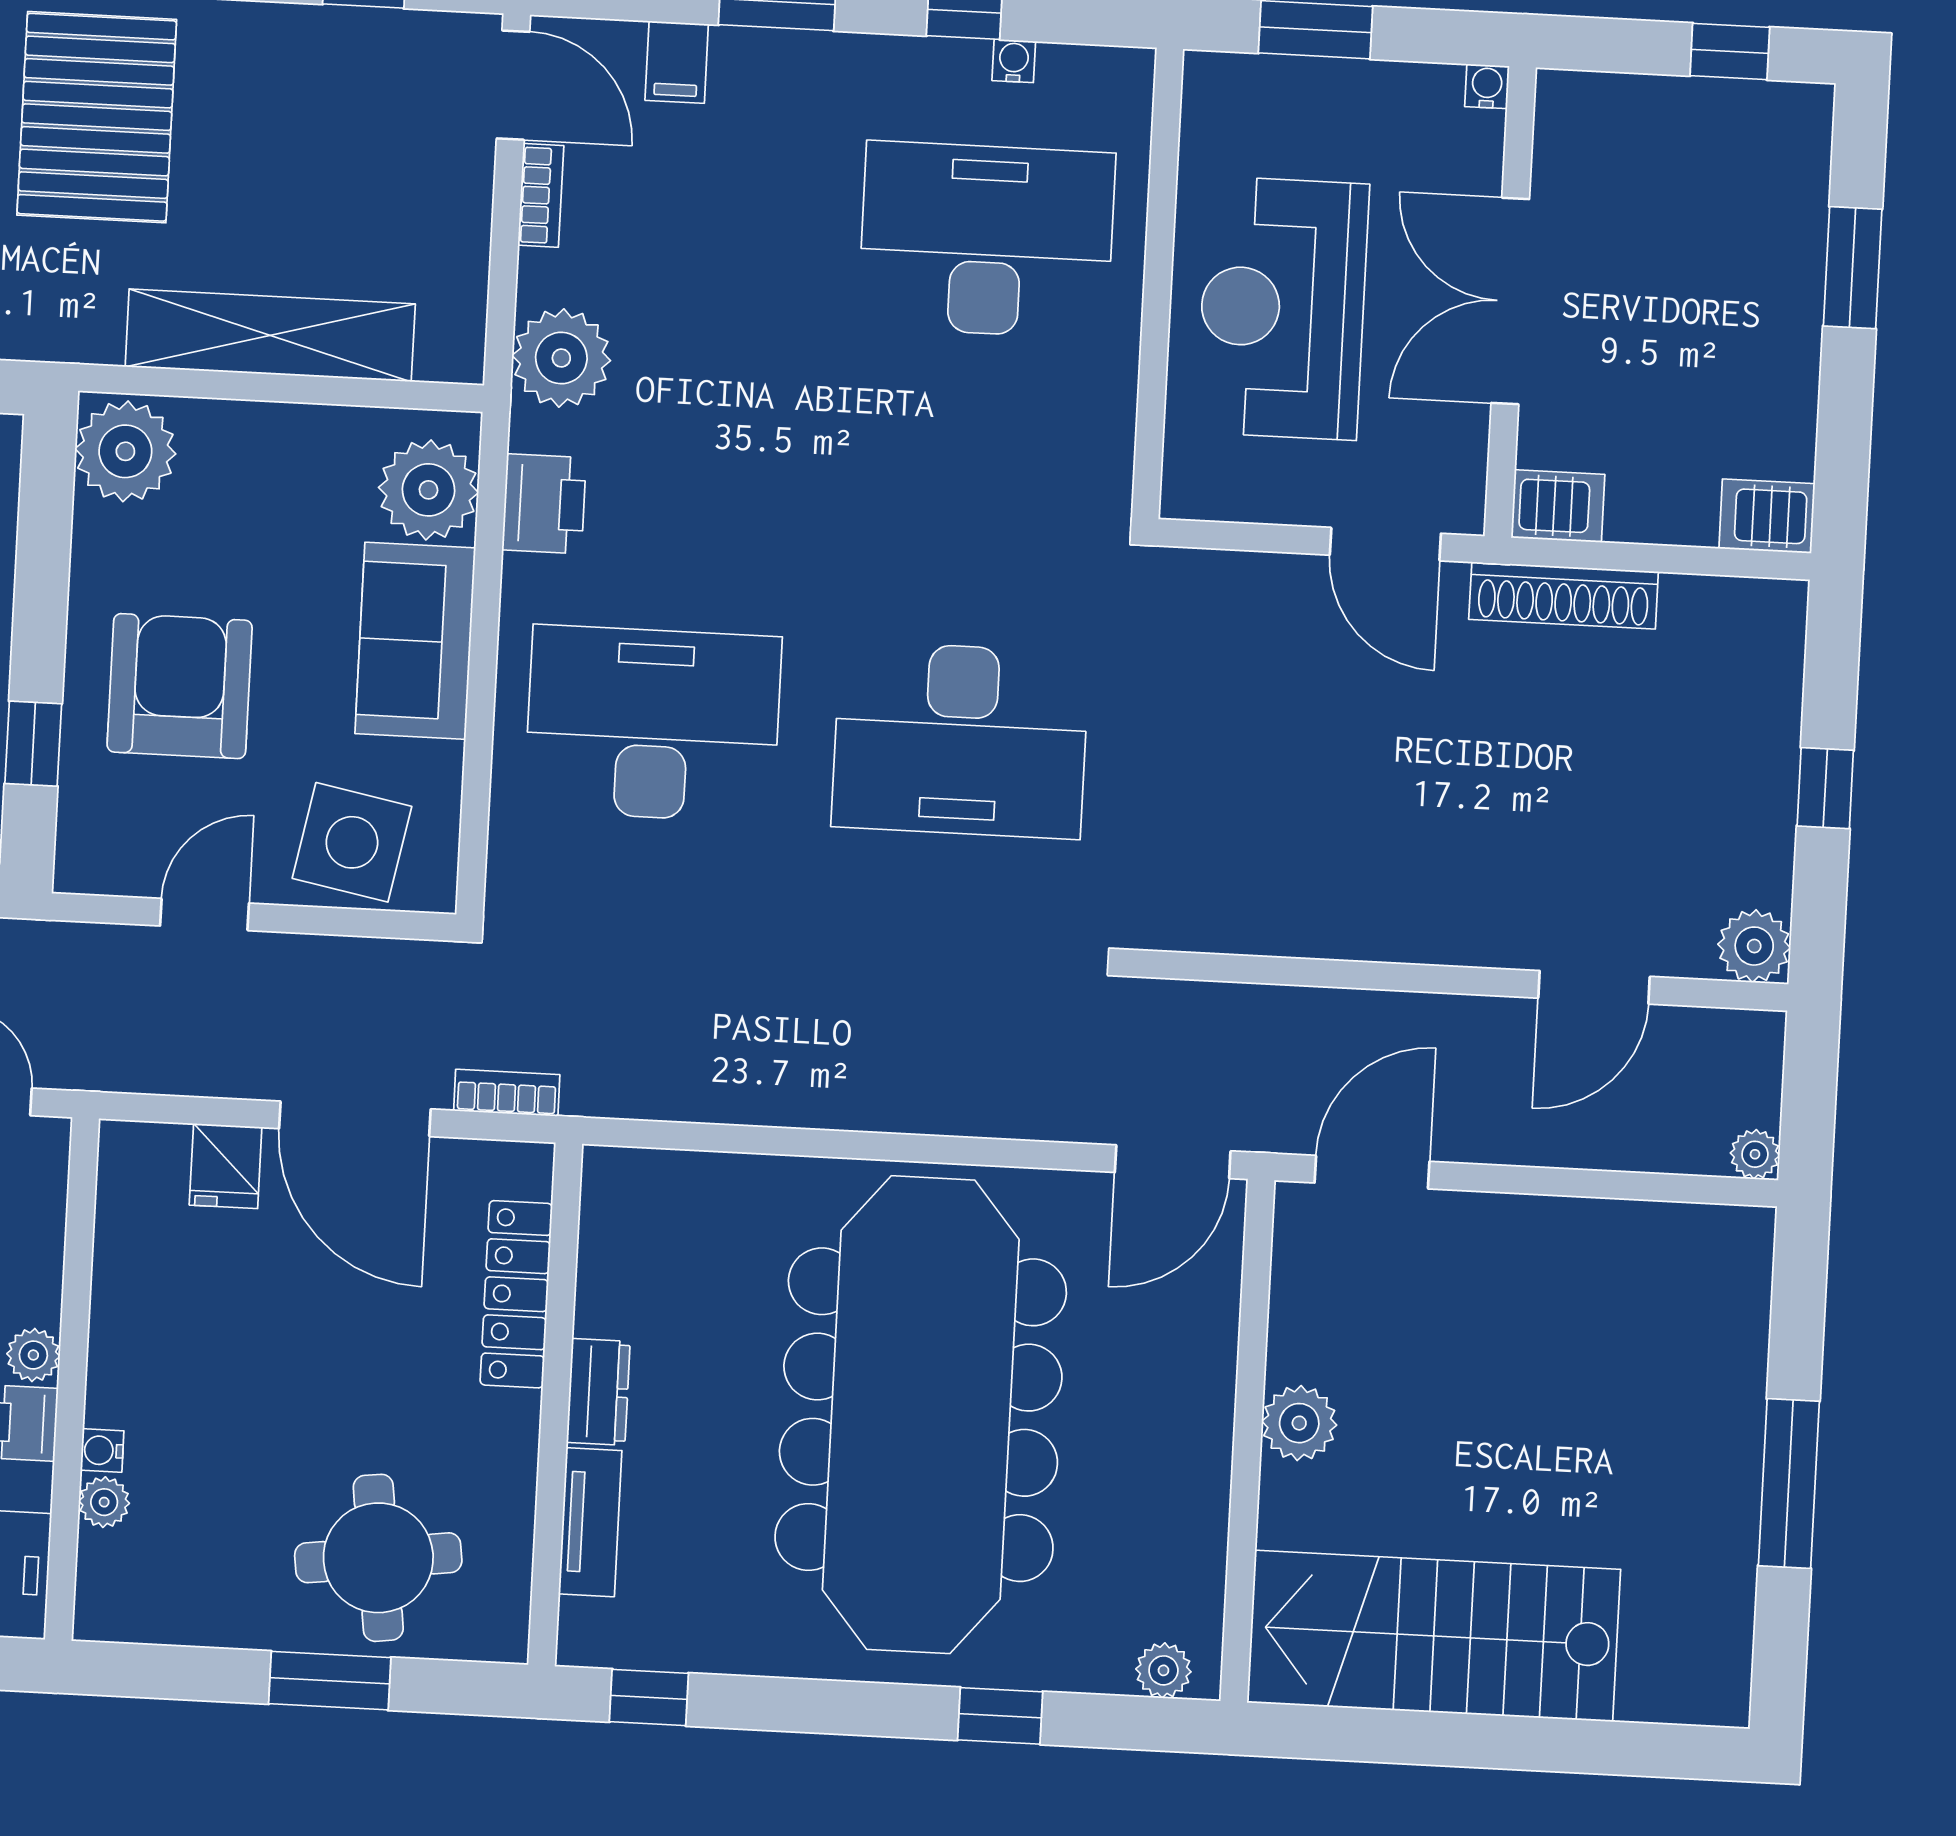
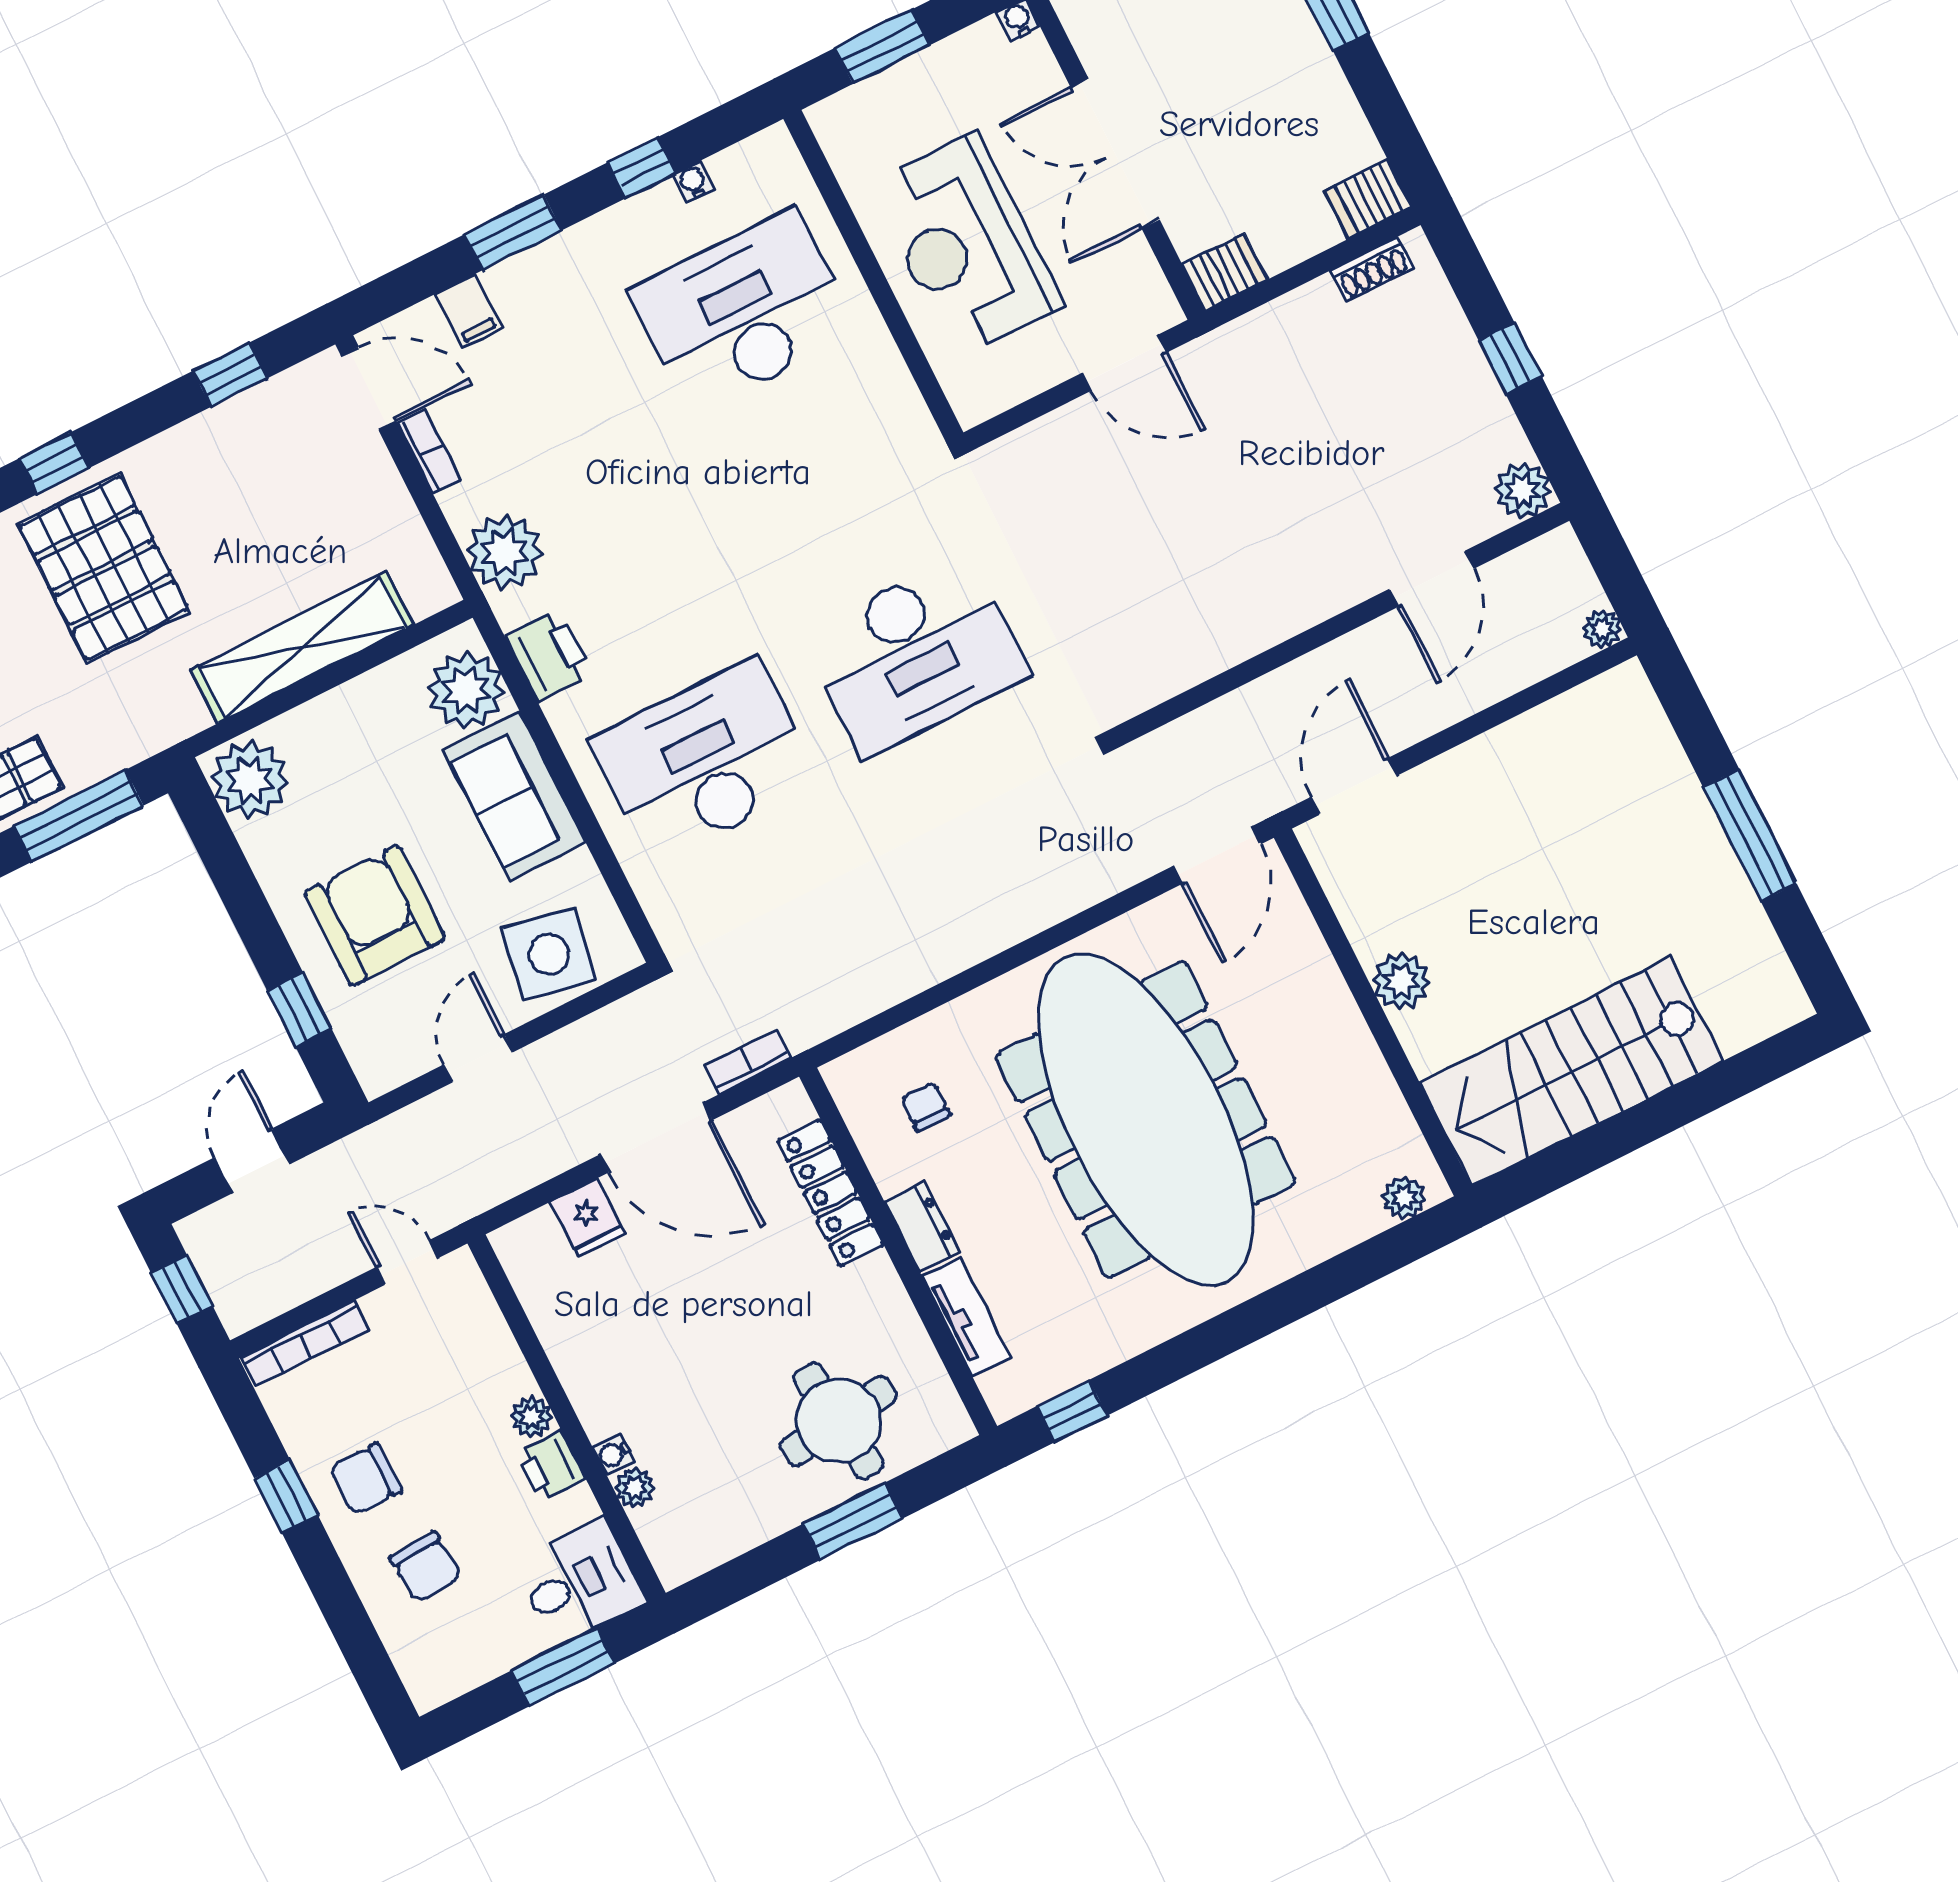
shoe rack: (1564, 595) -> (1372, 270), moved, width x0.51, depth x0.81
chair: (680, 1258) -> (926, 1107), added
window: (1000, 1716) -> (1313, 1290), removed

